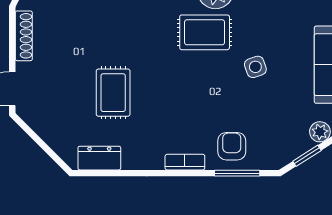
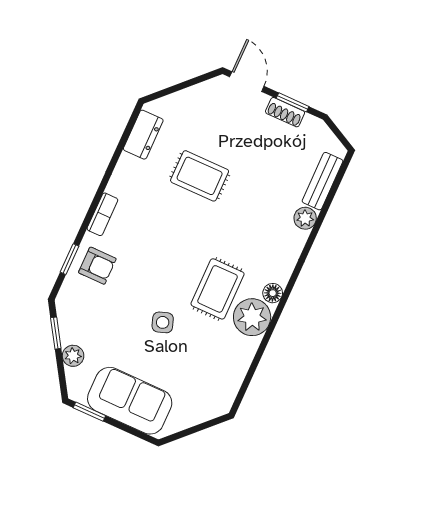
shoe rack: (24, 36) -> (285, 112), width x0.70
window: (12, 41) -> (293, 102), added
window: (237, 173) -> (70, 259), width x0.67

